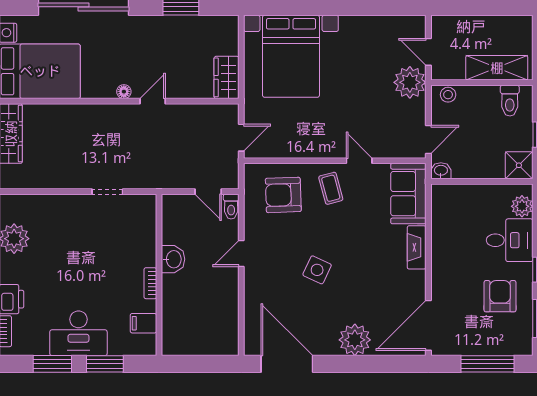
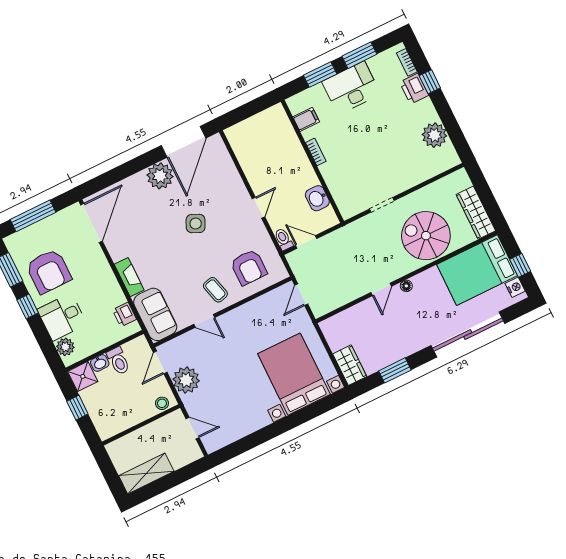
shelving: (497, 68) -> (146, 474), moved
wardrobe: (226, 77) -> (350, 365), moved
plant: (410, 82) -> (186, 380), moved
toilet: (510, 101) -> (118, 361), moved, turned 180
spiral stairs: (76, 135) -> (426, 236), added
washbasin: (441, 171) -> (100, 363), moved
armchair: (283, 195) -> (249, 267), turned 92
printer: (441, 210) -> (124, 315), added
washbasin: (173, 259) -> (317, 198), moved
armchair: (500, 296) -> (49, 271), width x1.36, depth x1.36
plant: (355, 340) -> (160, 176), moved
door: (287, 364) -> (184, 142), hinge flipped

